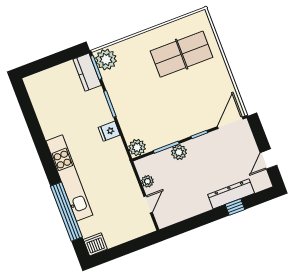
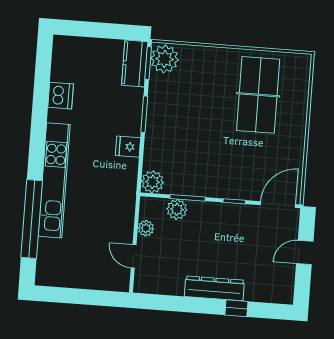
table tennis table: (182, 54) -> (258, 95), turned 90
plant: (179, 152) -> (177, 209), moved
door: (268, 159) -> (305, 253), moved
dresser: (231, 194) -> (214, 288), moved
door: (148, 204) -> (134, 256), swing flipped
dishwasher: (95, 244) -> (61, 96), moved, turned 90

